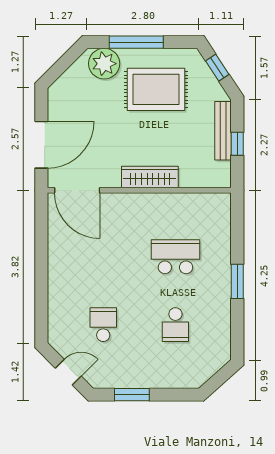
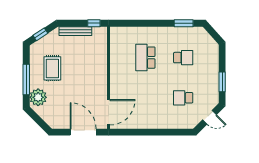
rug: (156, 89) -> (52, 68), width x0.73, depth x0.70
window: (237, 144) -> (94, 23), moved
wardrobe: (150, 177) -> (101, 72), removed
window: (237, 281) -> (184, 23), moved
door: (68, 372) -> (210, 117), swing flipped

